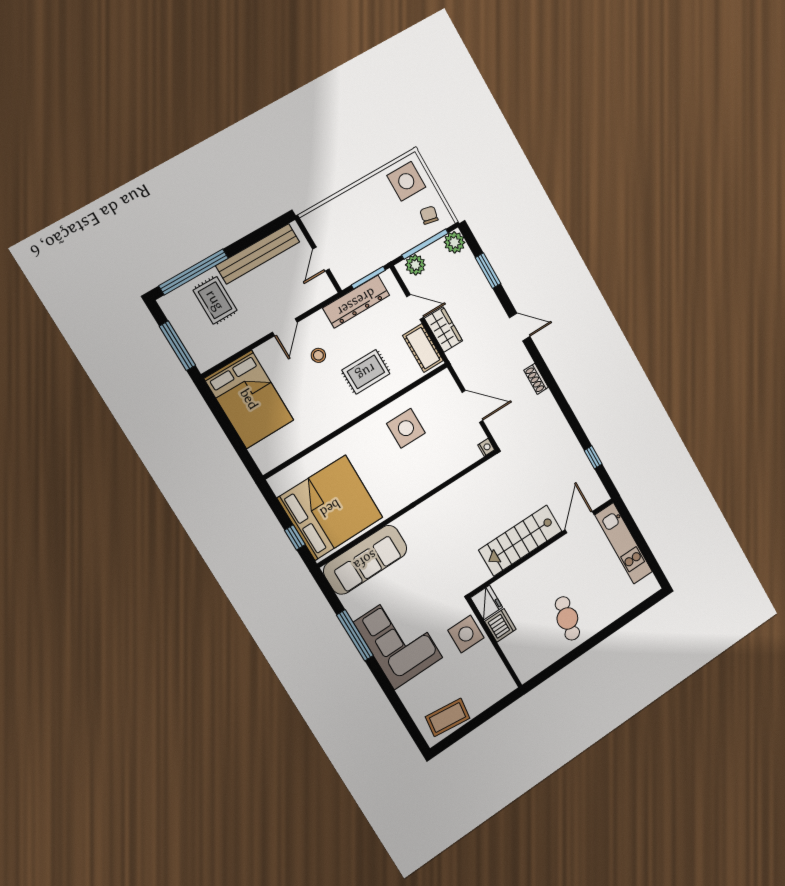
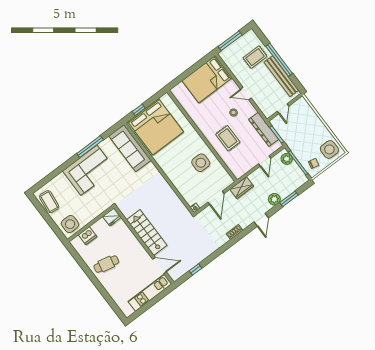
plant: (454, 242) -> (274, 199), moved
door: (321, 259) -> (283, 109), swing flipped
window: (194, 272) -> (279, 60), moved
wardrobe: (444, 330) -> (242, 188), moved
cot: (423, 348) -> (244, 168), removed
dishwasher: (500, 625) -> (87, 236), moved
side table: (466, 634) -> (70, 224), moved

